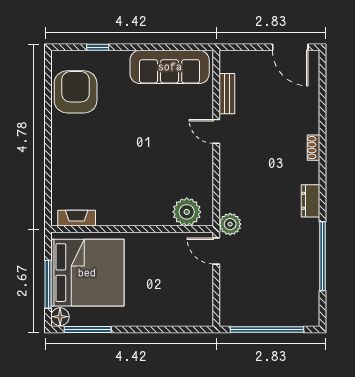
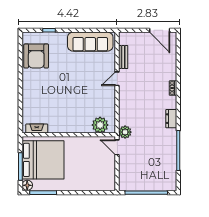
armchair: (76, 92) -> (36, 56), turned 180
door: (216, 131) -> (117, 79), hinge flipped

